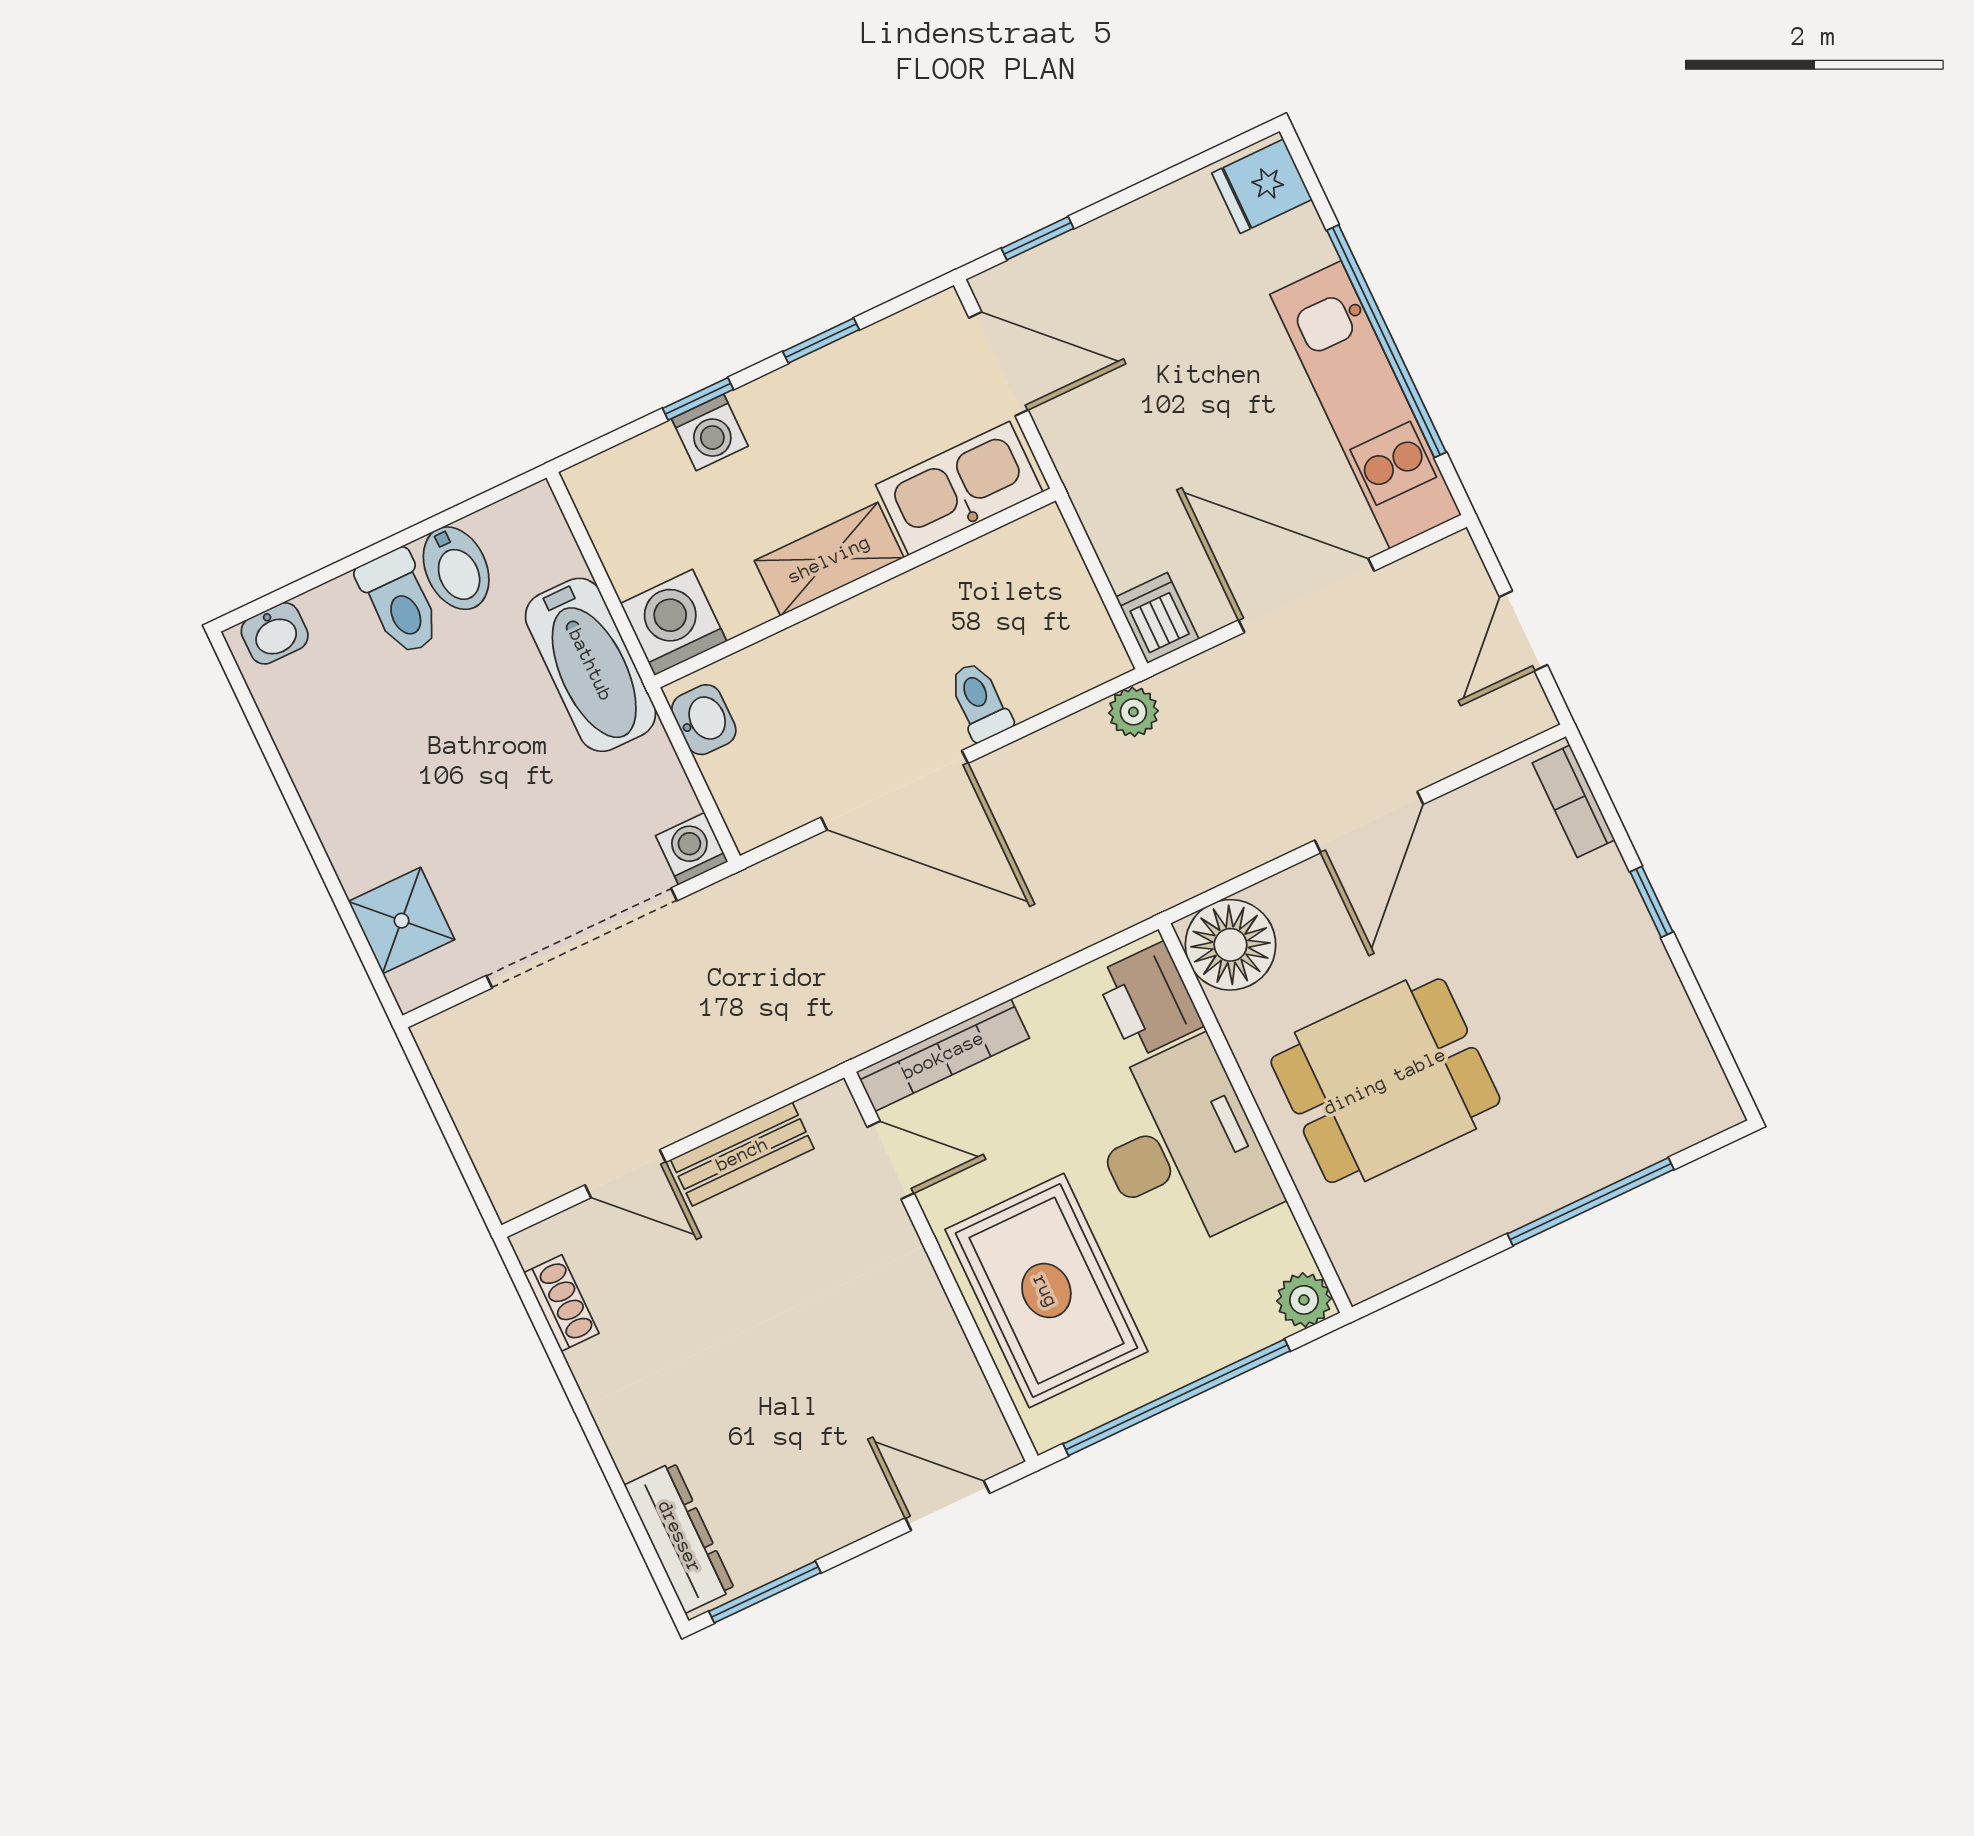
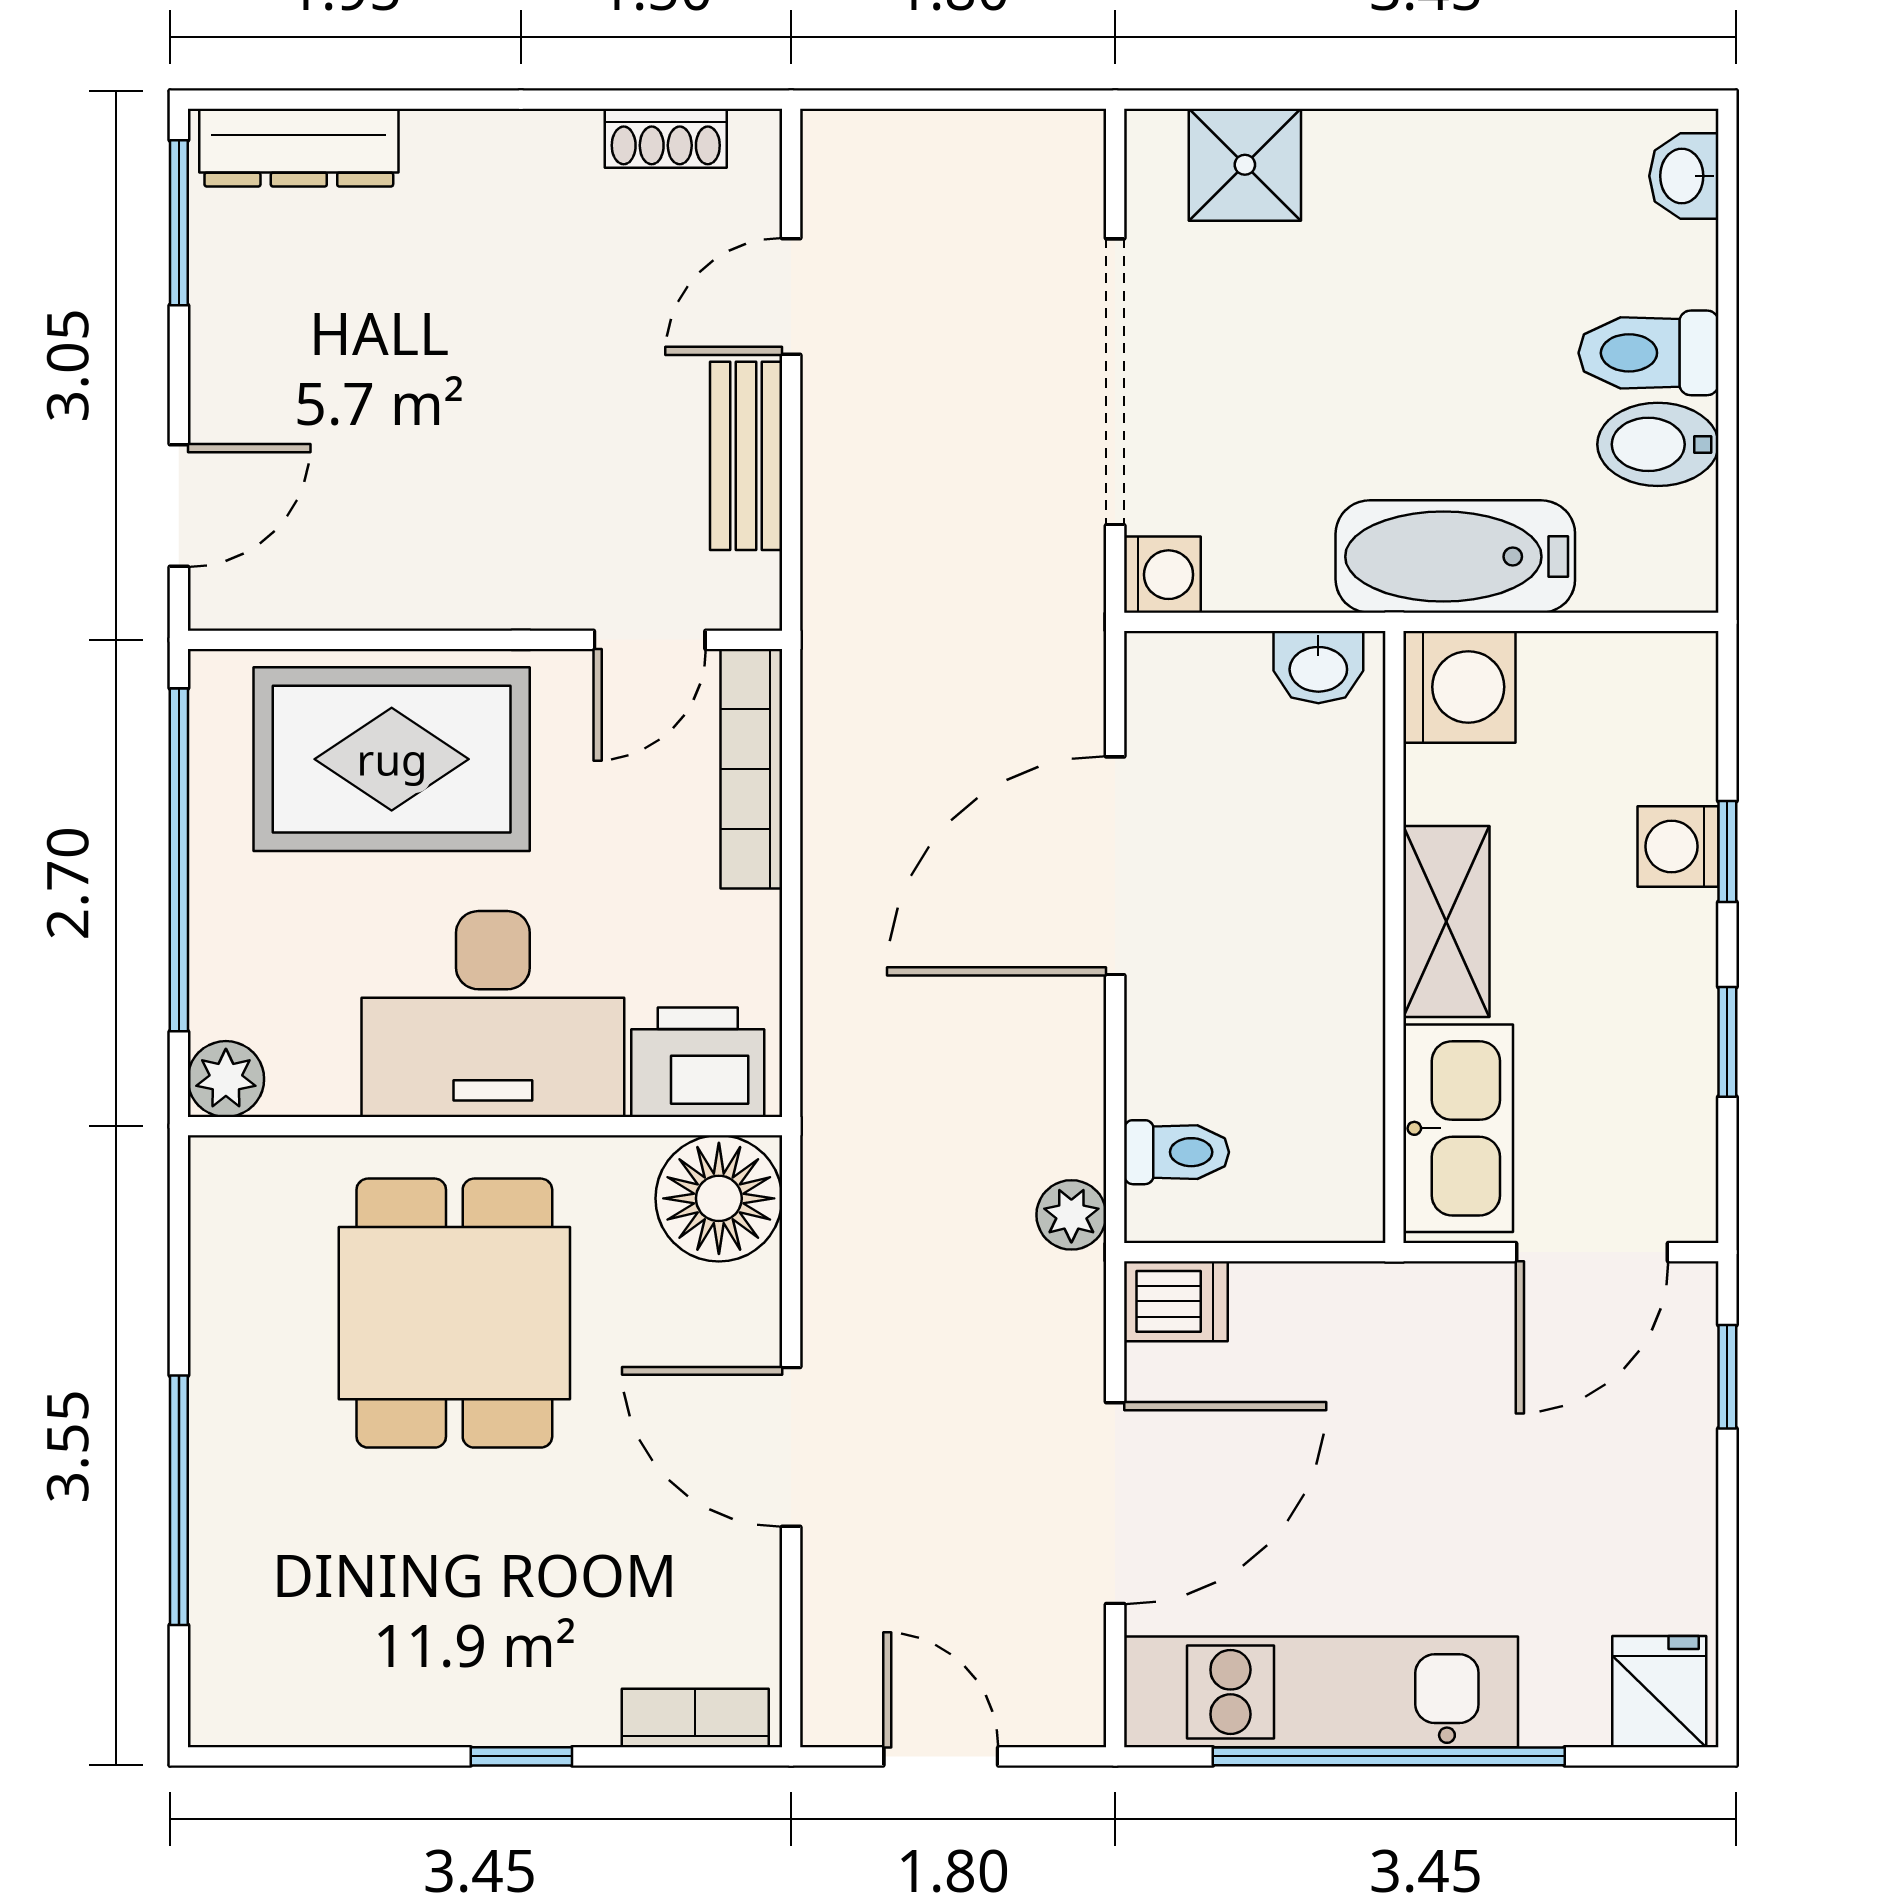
toilet: (980, 701) -> (1176, 1152), moved

